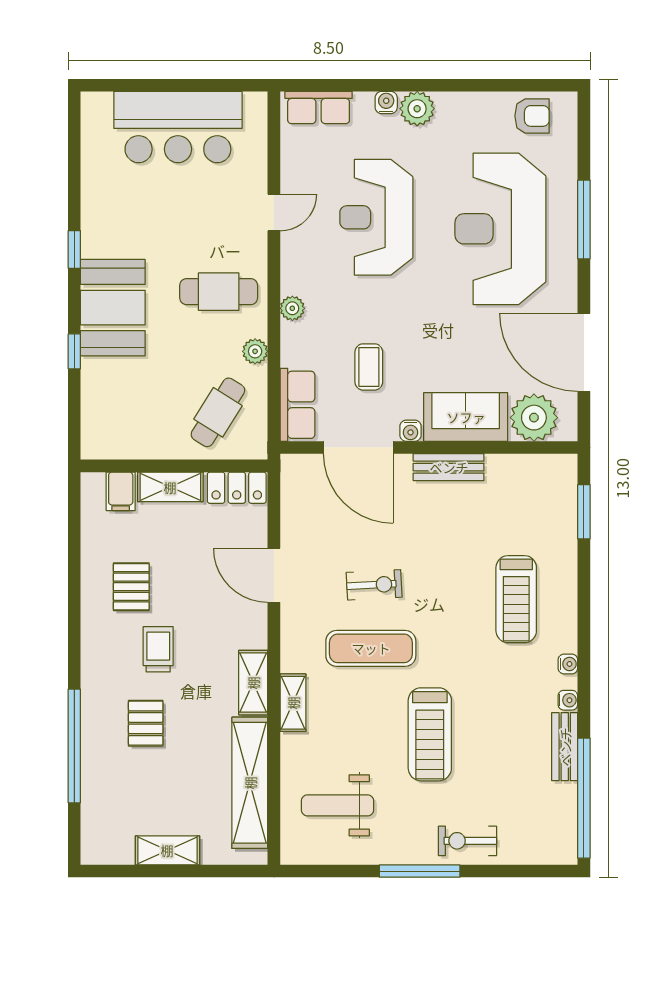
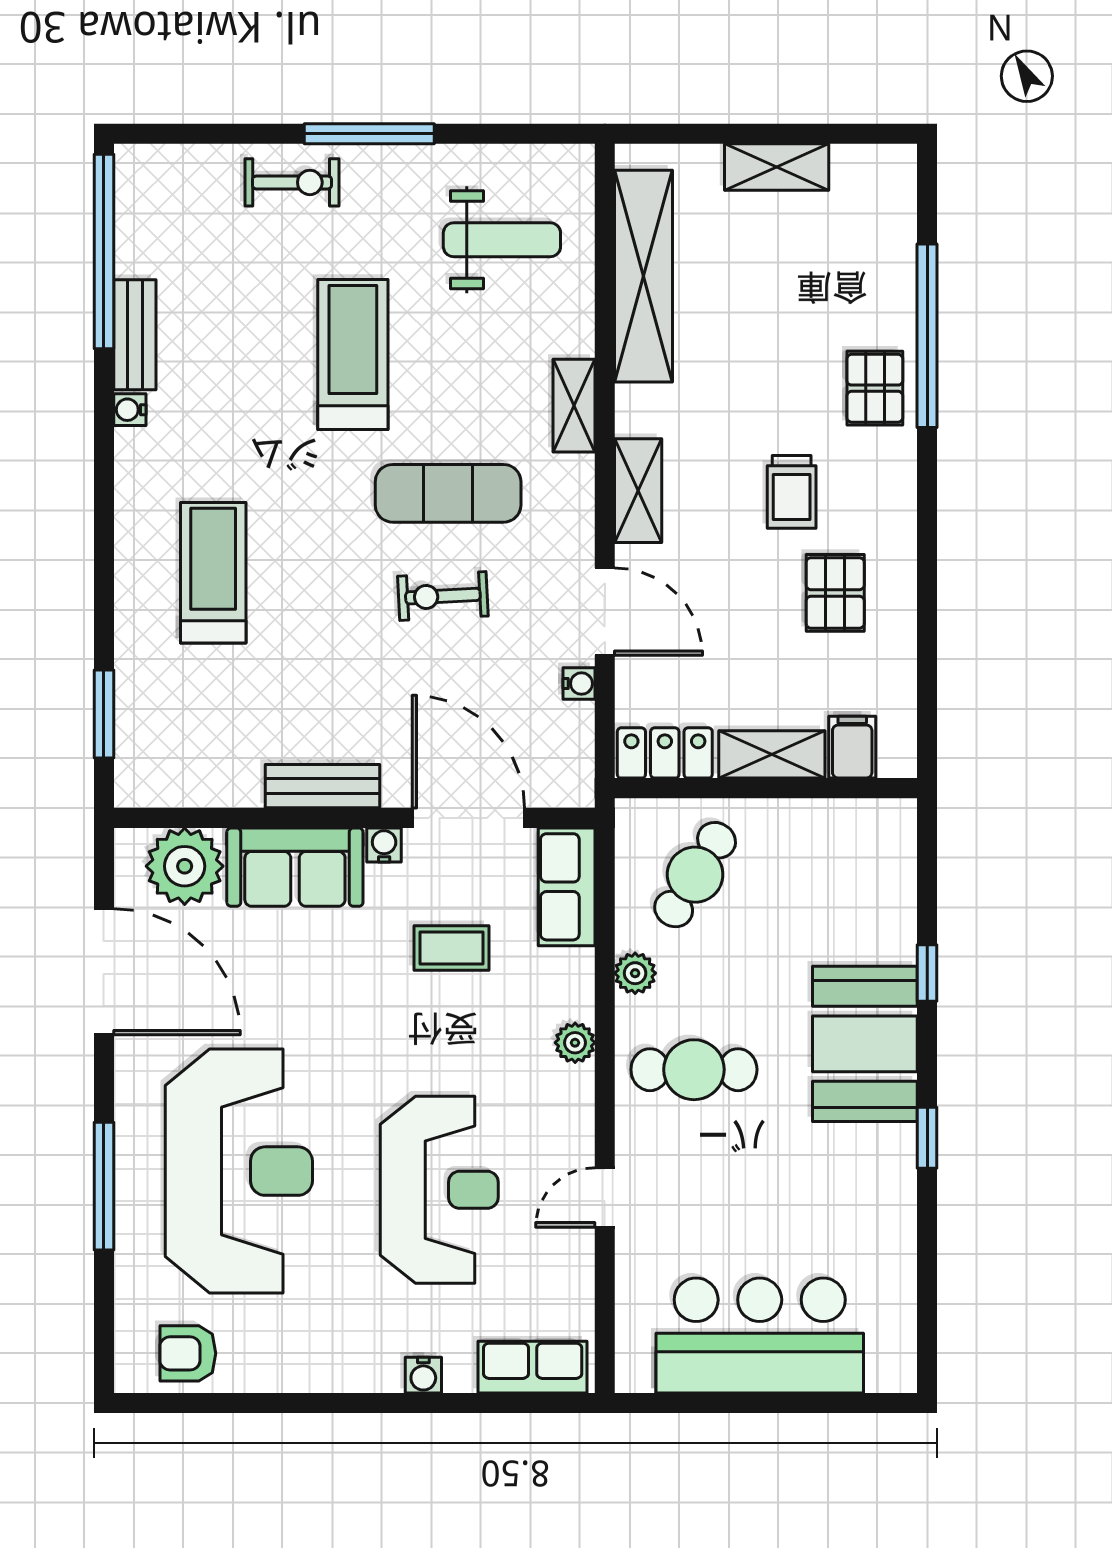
plant: (417, 109) -> (373, 1365), removed
coffee table: (369, 367) -> (451, 948), turned 90
water cooler: (568, 664) -> (579, 684), moved, turned 180
shelving: (253, 683) -> (638, 491), moved
pallet: (146, 723) -> (875, 388), moved

